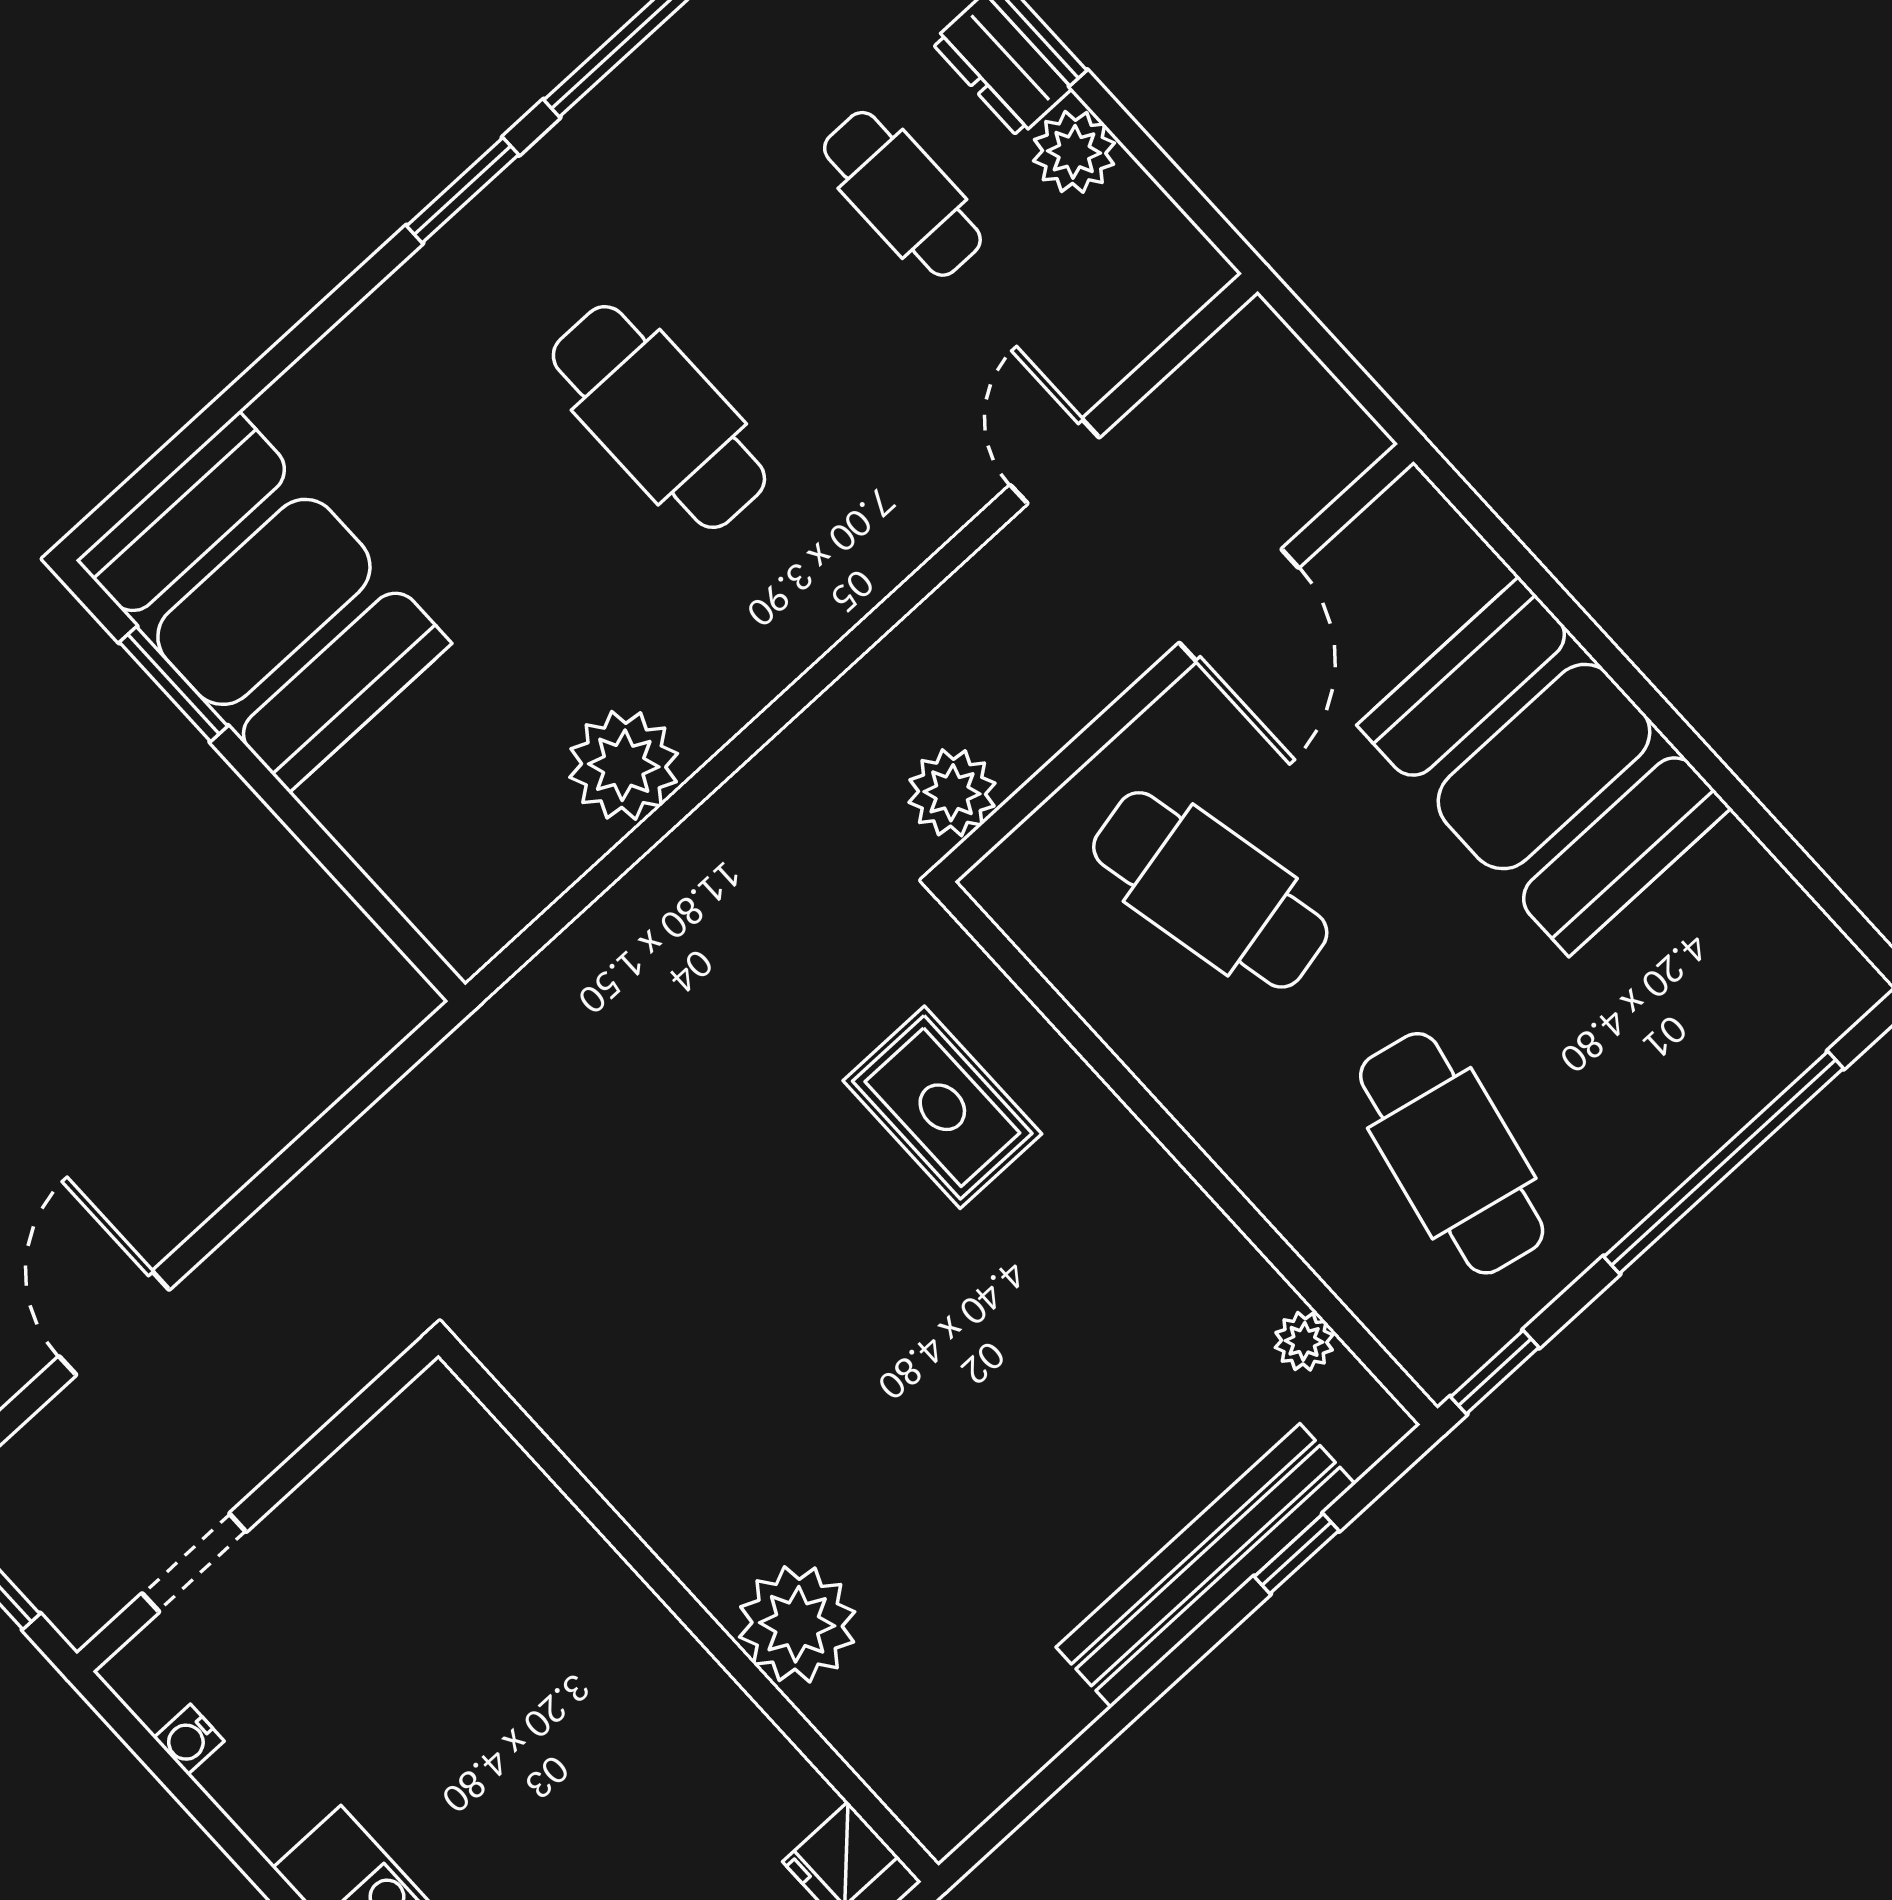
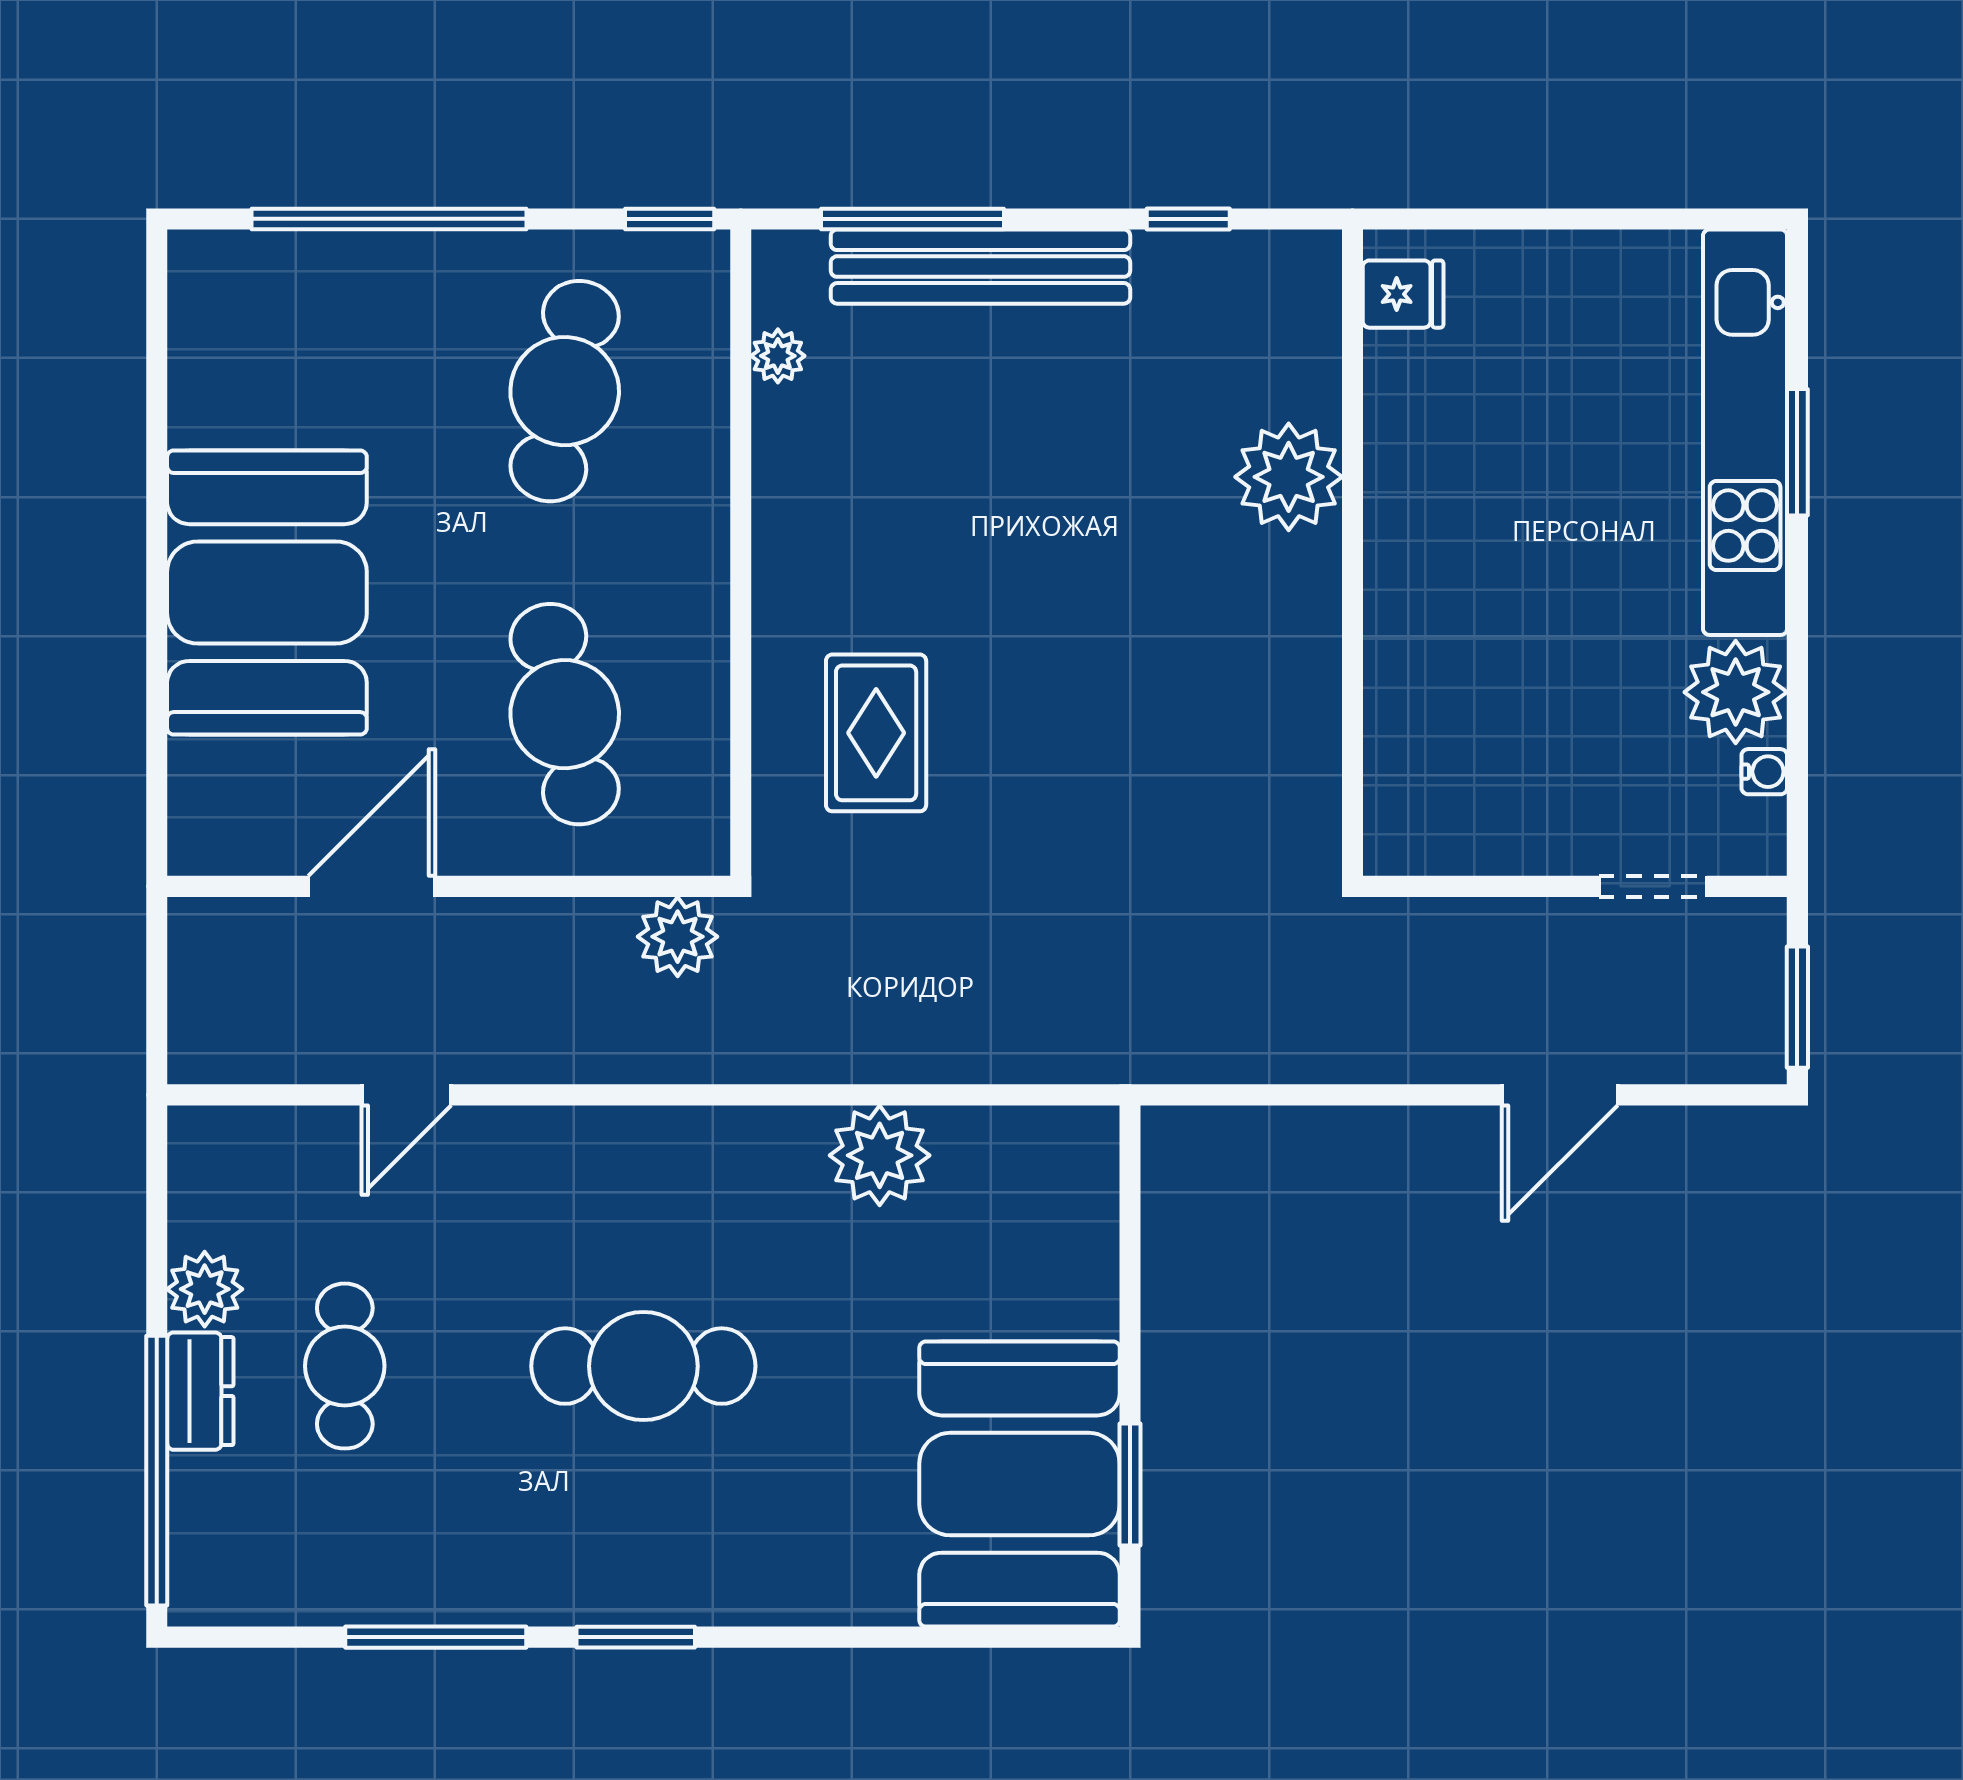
cafe table: (659, 417) -> (643, 1366), turned 90
window: (1297, 1554) -> (913, 219), width x2.17
window: (1072, 1760) -> (1188, 219), added
plant: (272, 1783) -> (1736, 692), added

